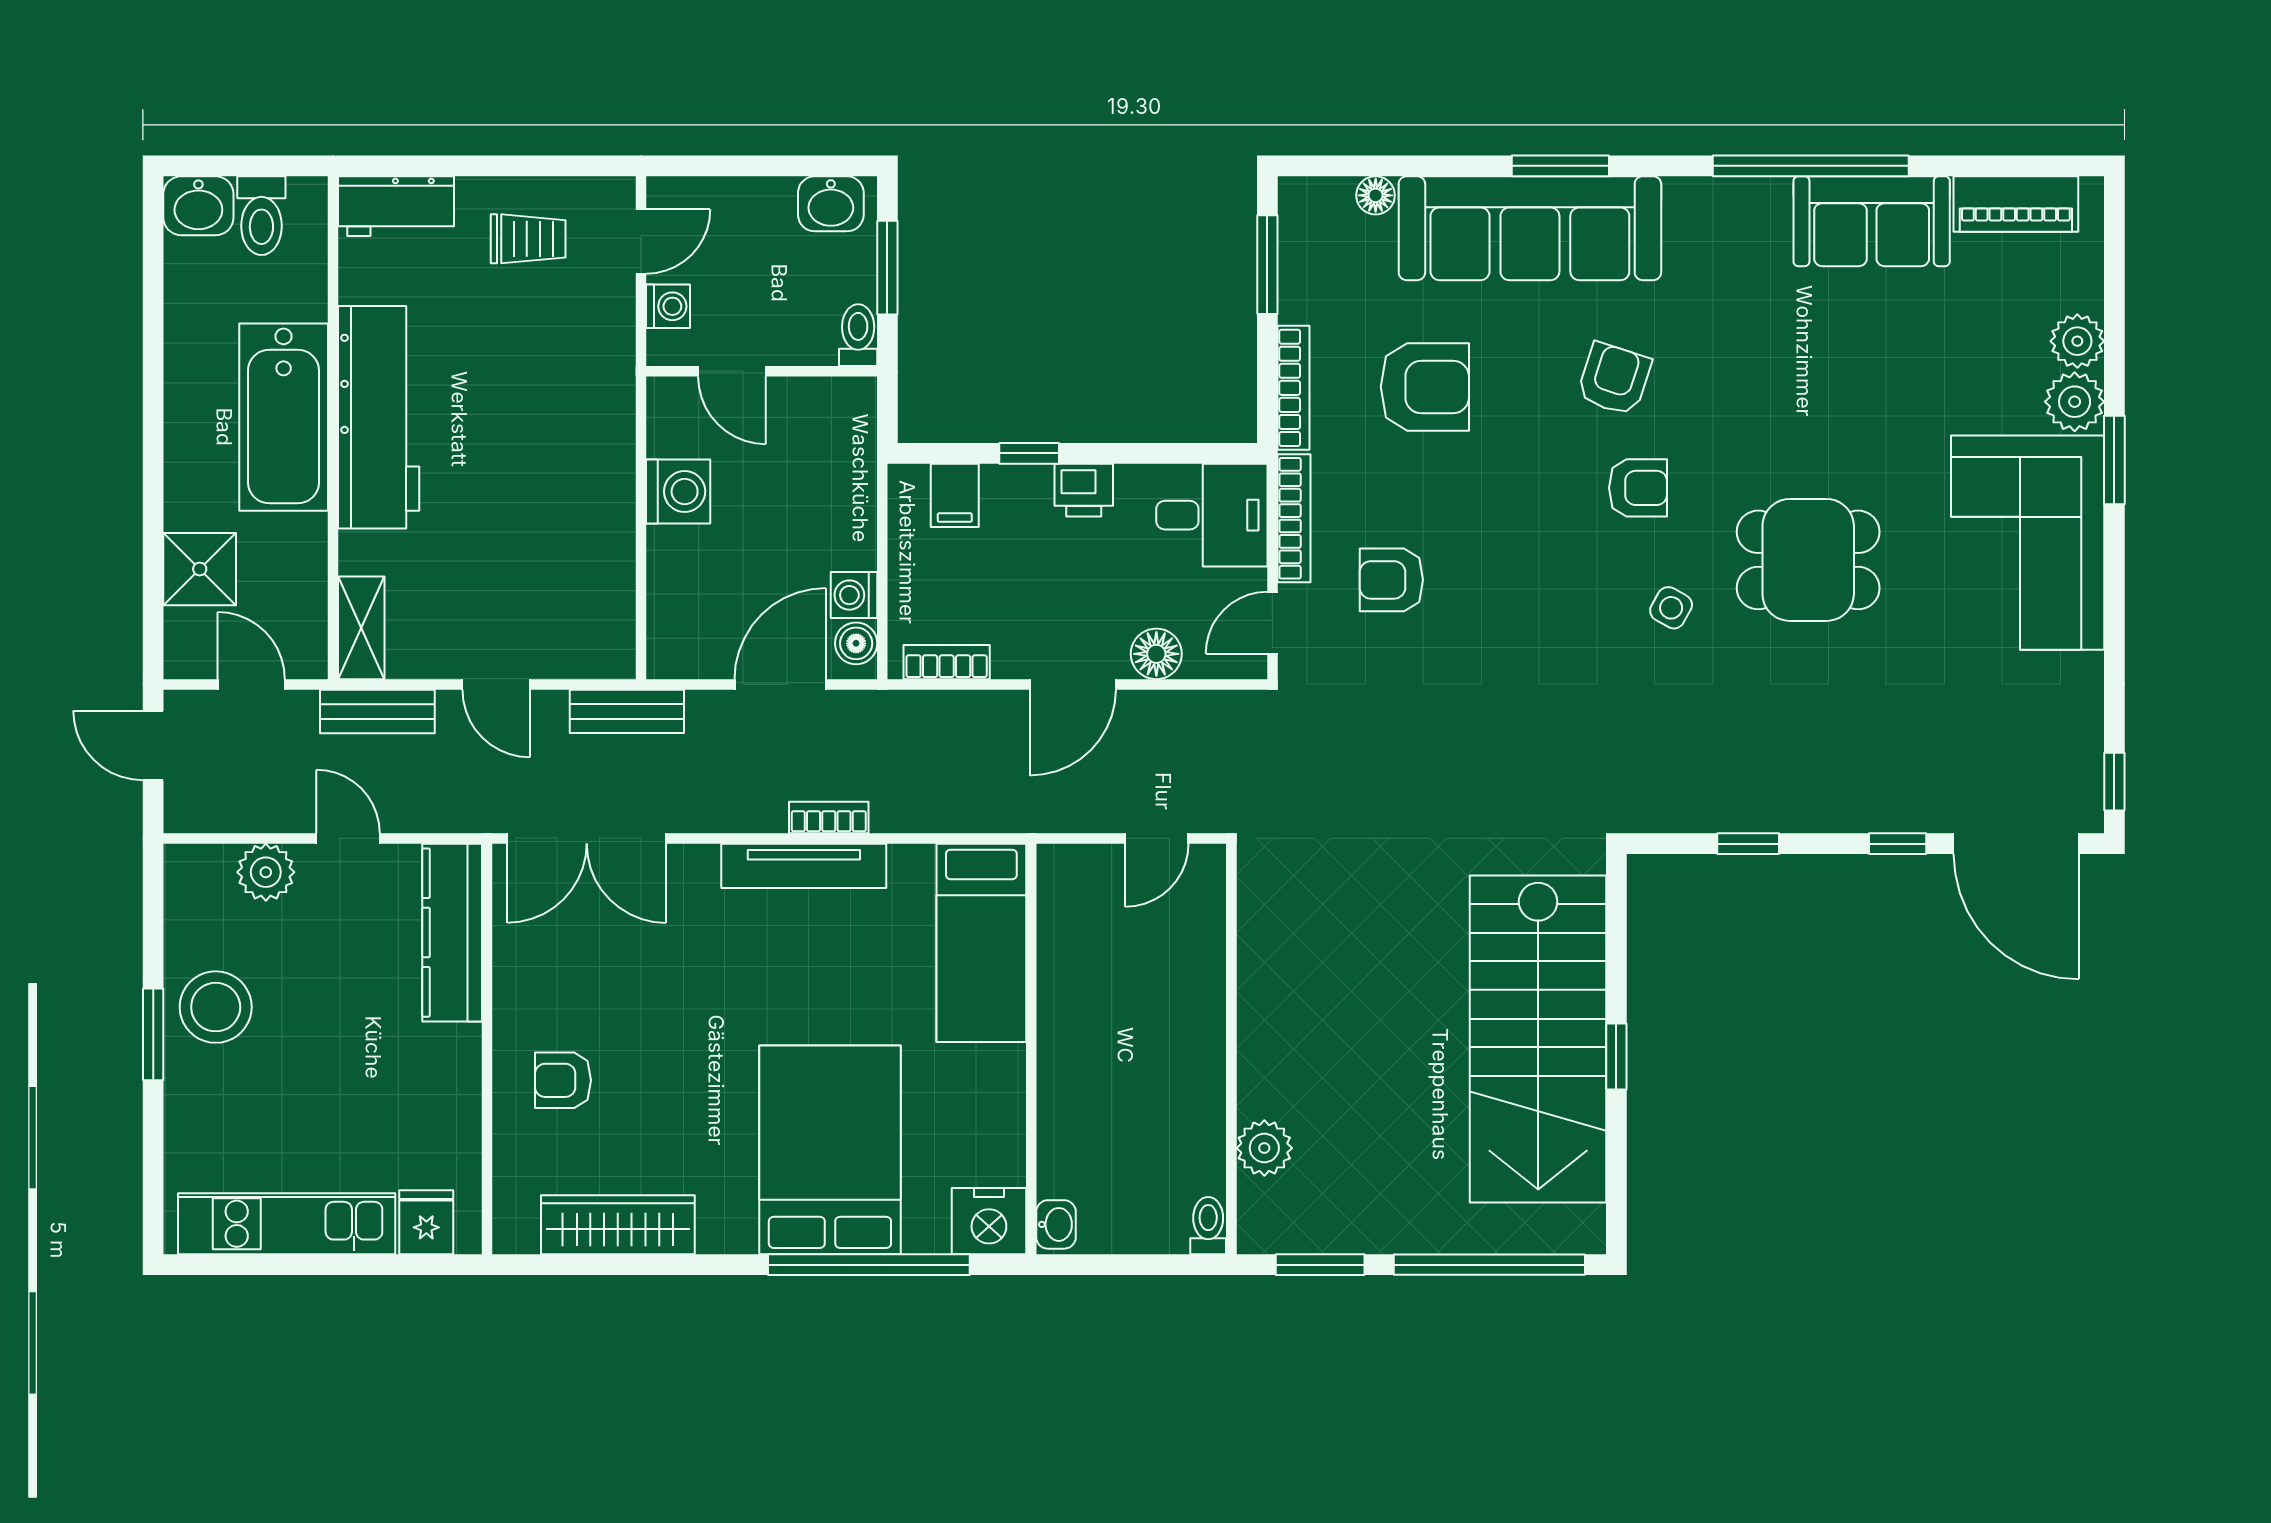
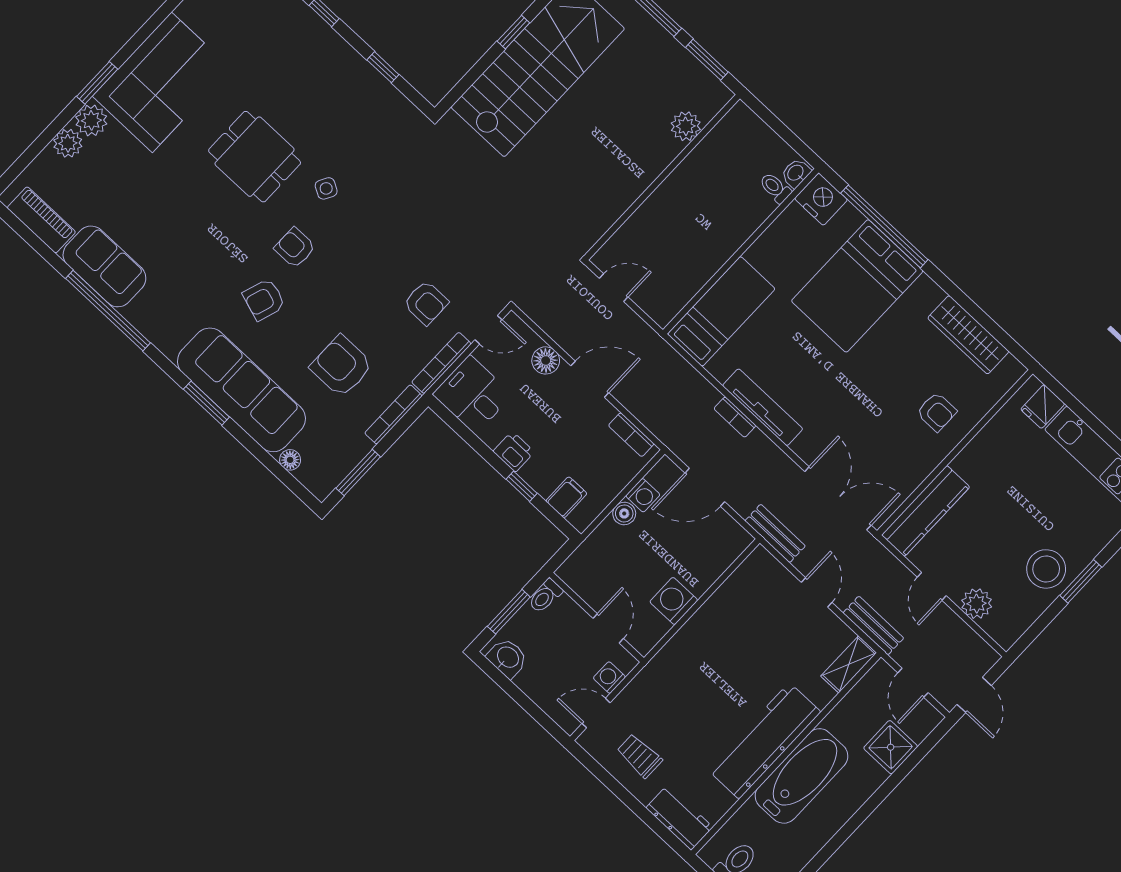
boiler: (856, 643) -> (624, 513), moved
toilet: (1208, 1226) -> (775, 188), moved, turned 90

